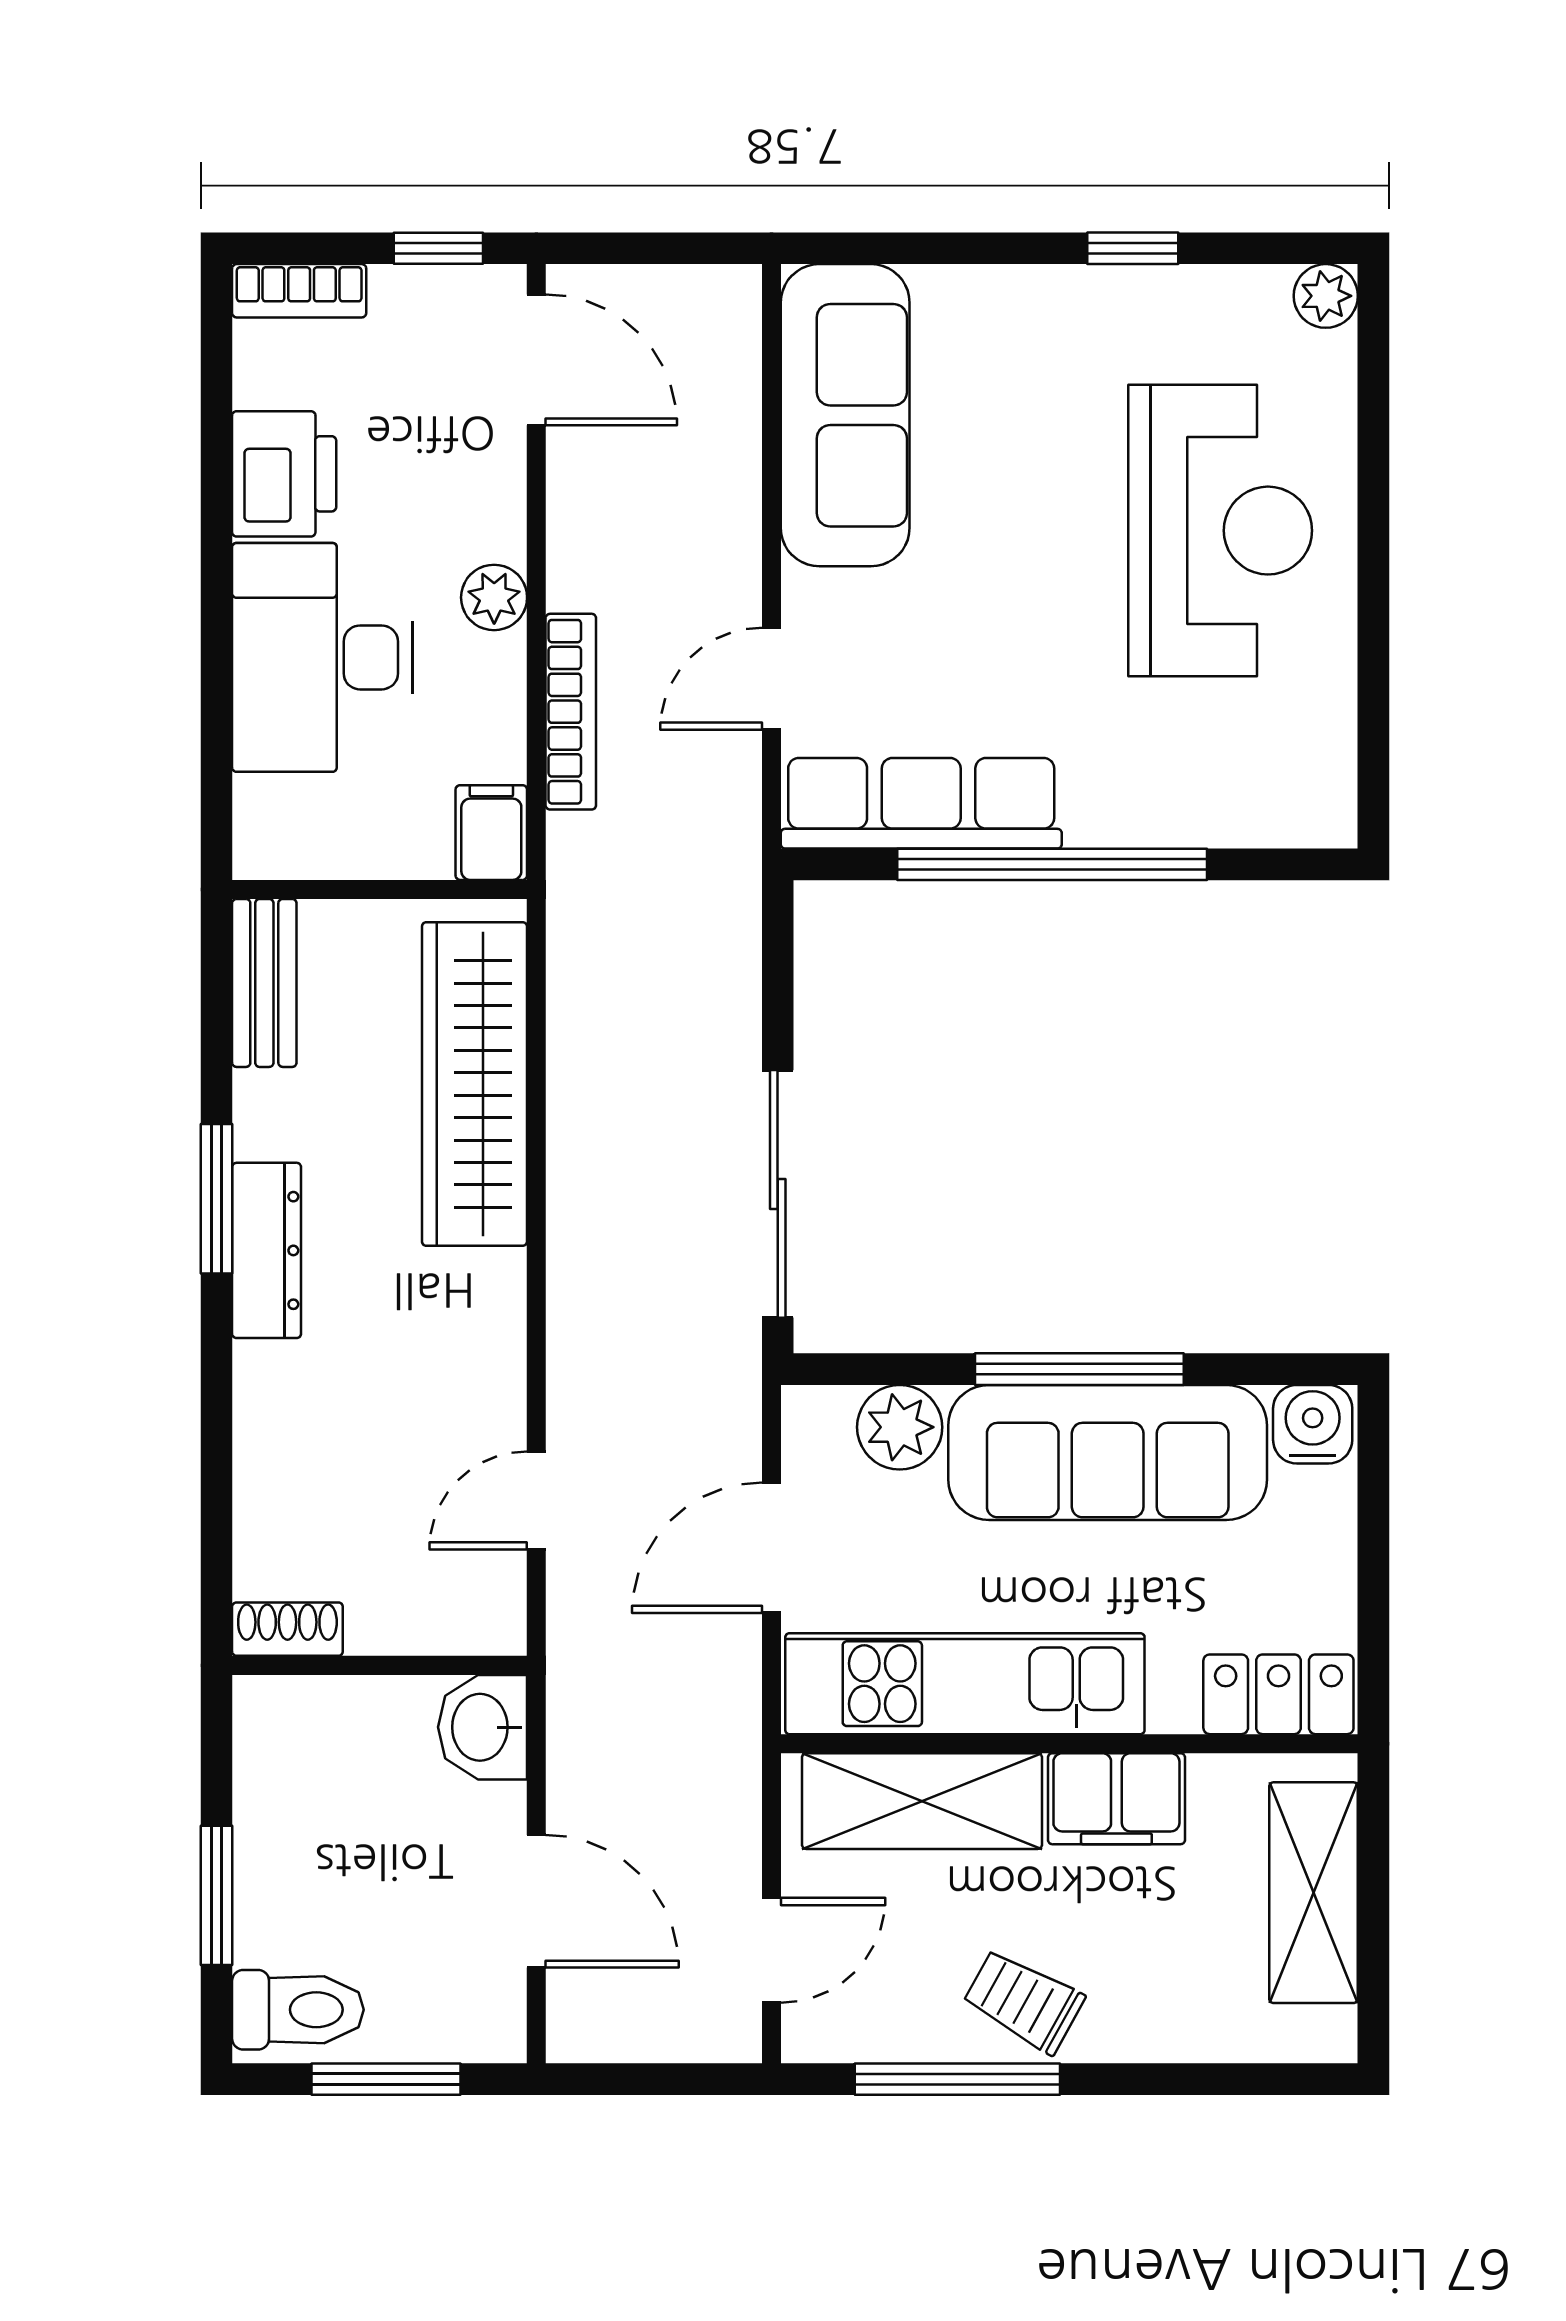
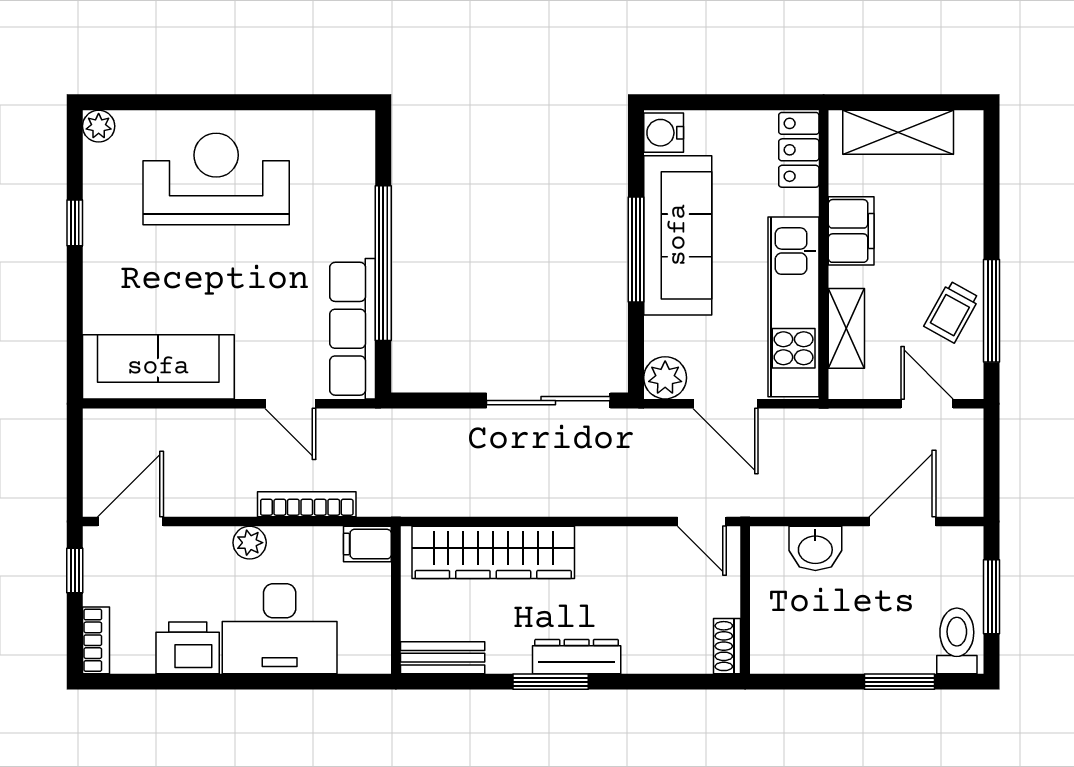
plant: (900, 1427) -> (665, 378), moved
shoe rack: (287, 1629) -> (727, 646), moved
wall: (380, 1665) -> (745, 600), moved
shelving: (922, 1801) -> (846, 328), width x0.67, depth x0.75
trolley: (1024, 2001) -> (952, 312), moved

